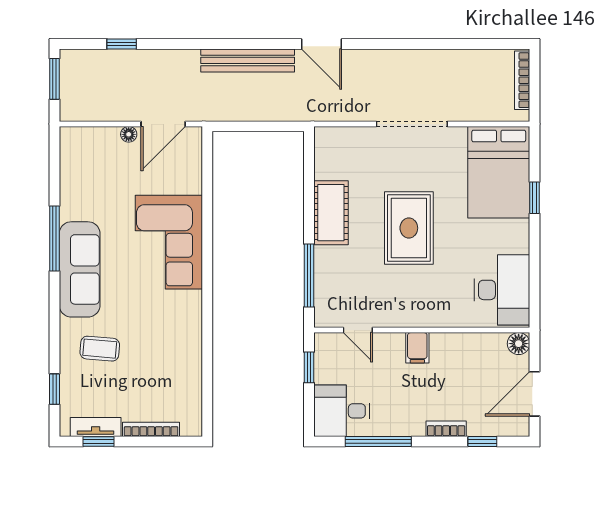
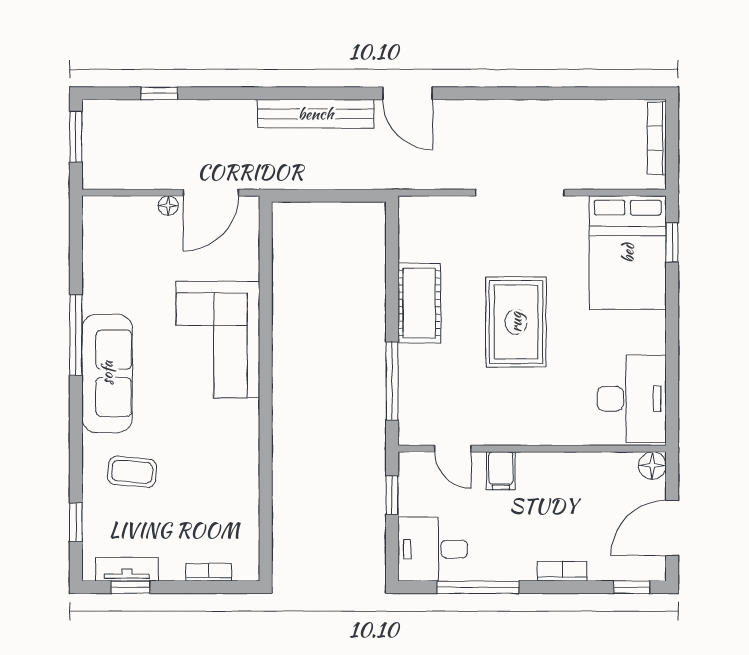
window: (535, 198) -> (672, 242), moved
filing cabinet: (417, 348) -> (501, 471), moved
bookcase: (151, 429) -> (209, 572), width x0.64
window: (482, 442) -> (632, 587), moved

